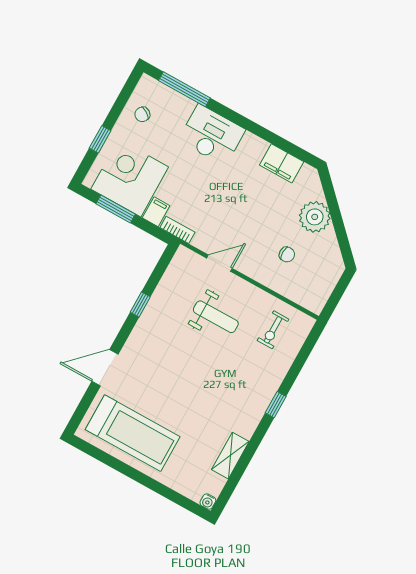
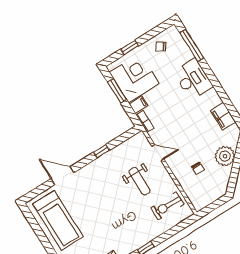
exercise bike: (273, 330) -> (167, 206), width x1.38, depth x1.39

